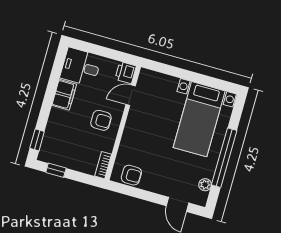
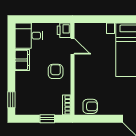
door: (131, 95) -> (73, 46), swing flipped
armchair: (101, 120) -> (56, 71), turned -90
window: (56, 170) -> (47, 119), moved

